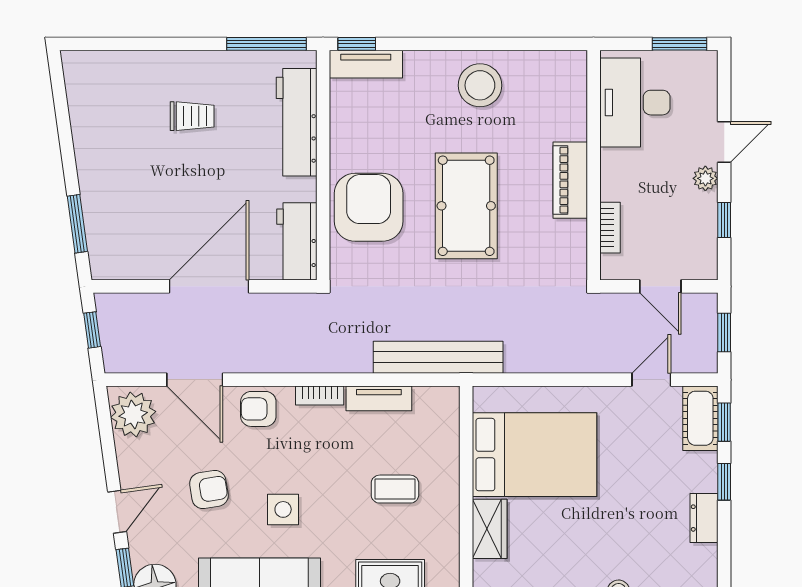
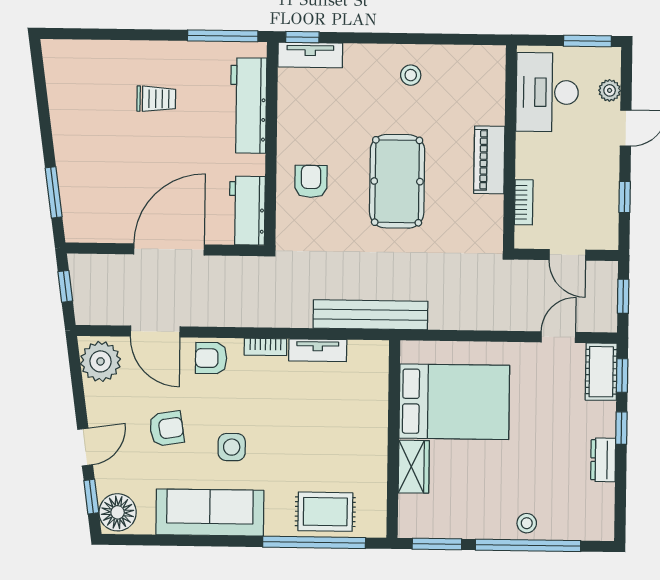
stool: (480, 85) -> (411, 75), width x0.53, depth x0.53
plant: (705, 178) -> (610, 90), moved
armchair: (369, 207) -> (311, 181), width x0.53, depth x0.53
coffee table: (395, 489) -> (331, 430), removed

